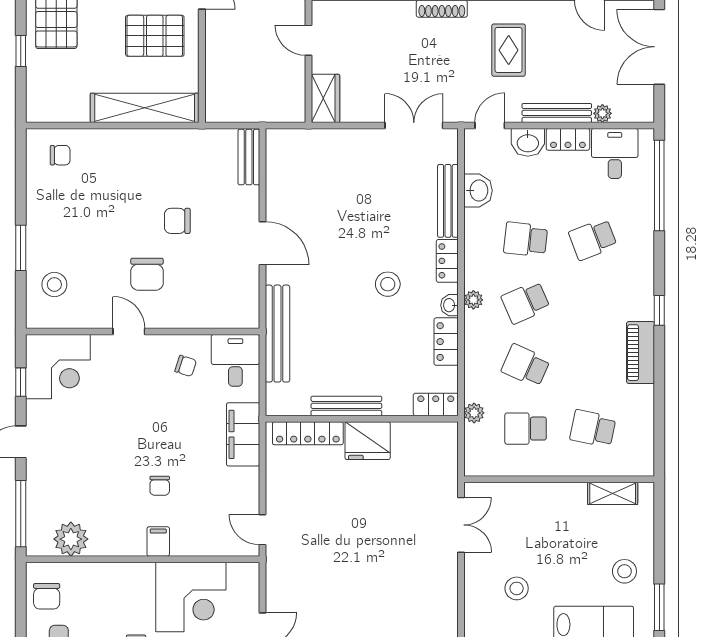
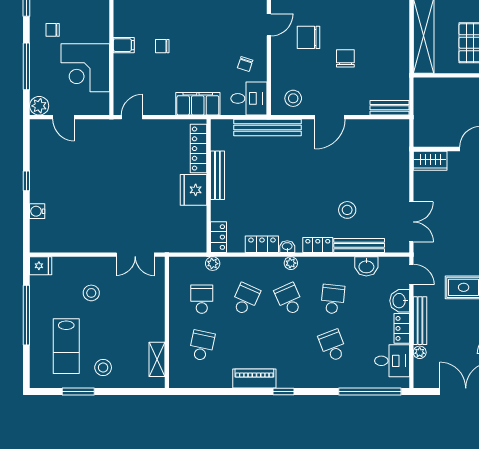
stool: (388, 284) -> (347, 210), moved
stool: (235, 296) -> (293, 98), added

